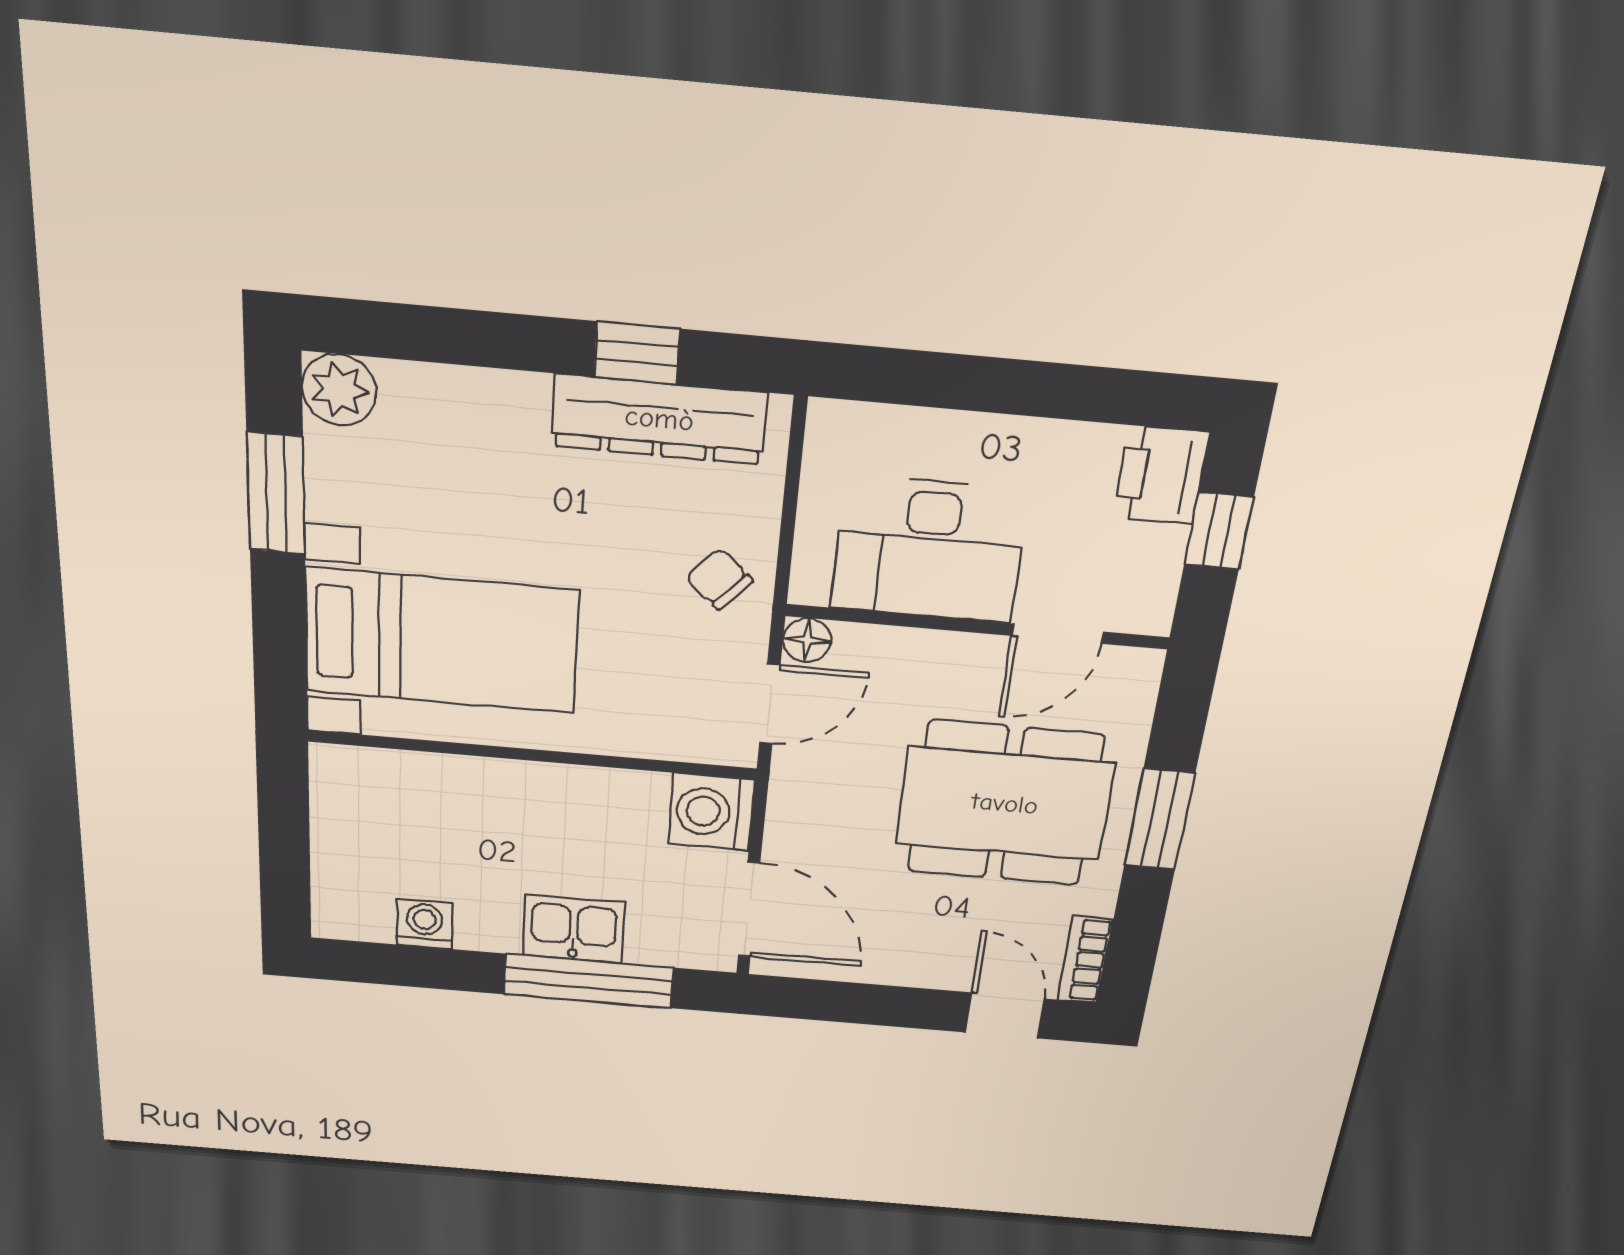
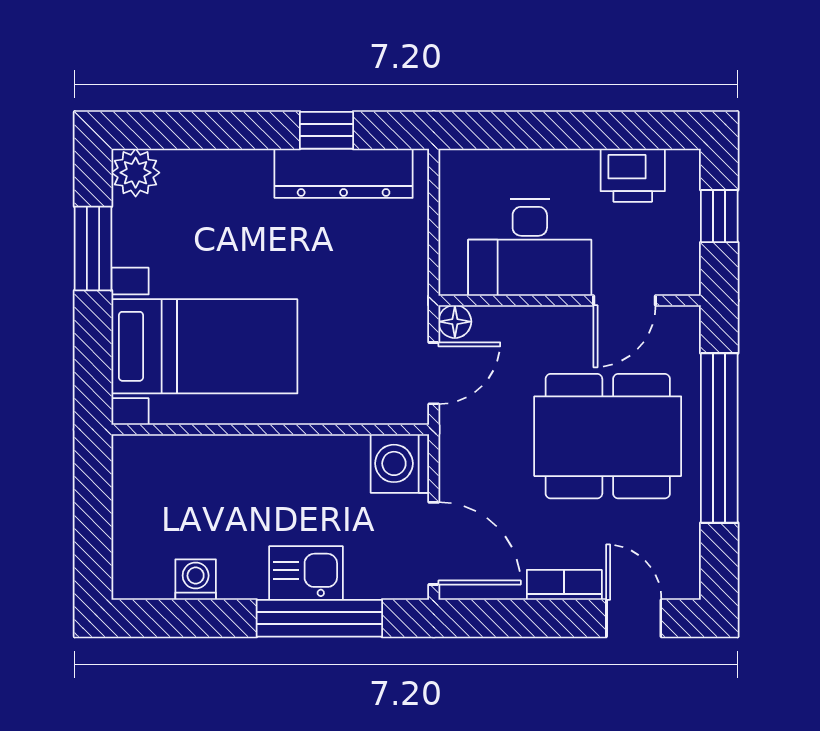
printer: (1161, 475) -> (633, 175), moved, turned -90
chair: (719, 579) -> (391, 282), removed
window: (1159, 819) -> (719, 438), width x2.11
bookcase: (1085, 960) -> (564, 585), moved, turned 90

